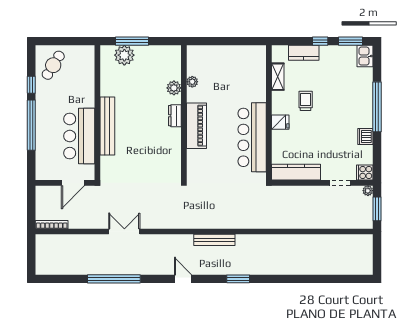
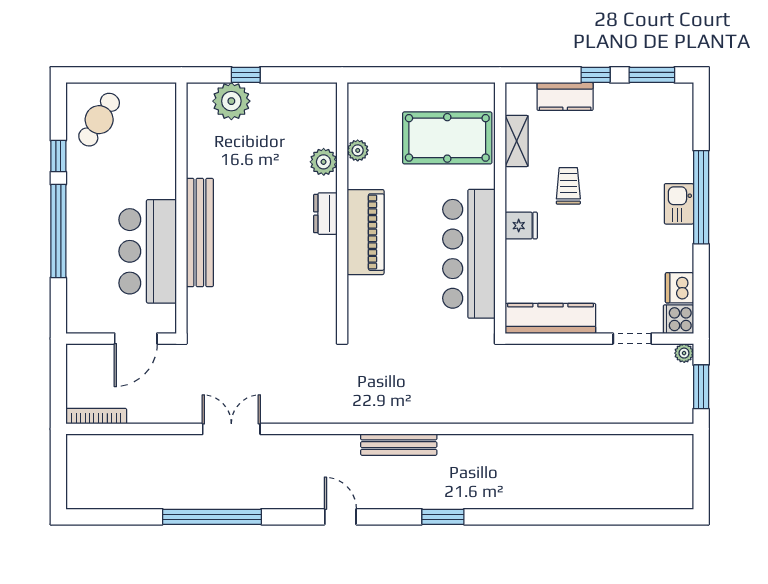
window: (132, 41) -> (246, 75), width x0.46
kitchen sink: (365, 56) -> (679, 204), moved
pool table: (240, 75) -> (447, 138), added
dishwasher: (365, 136) -> (679, 288), moved

